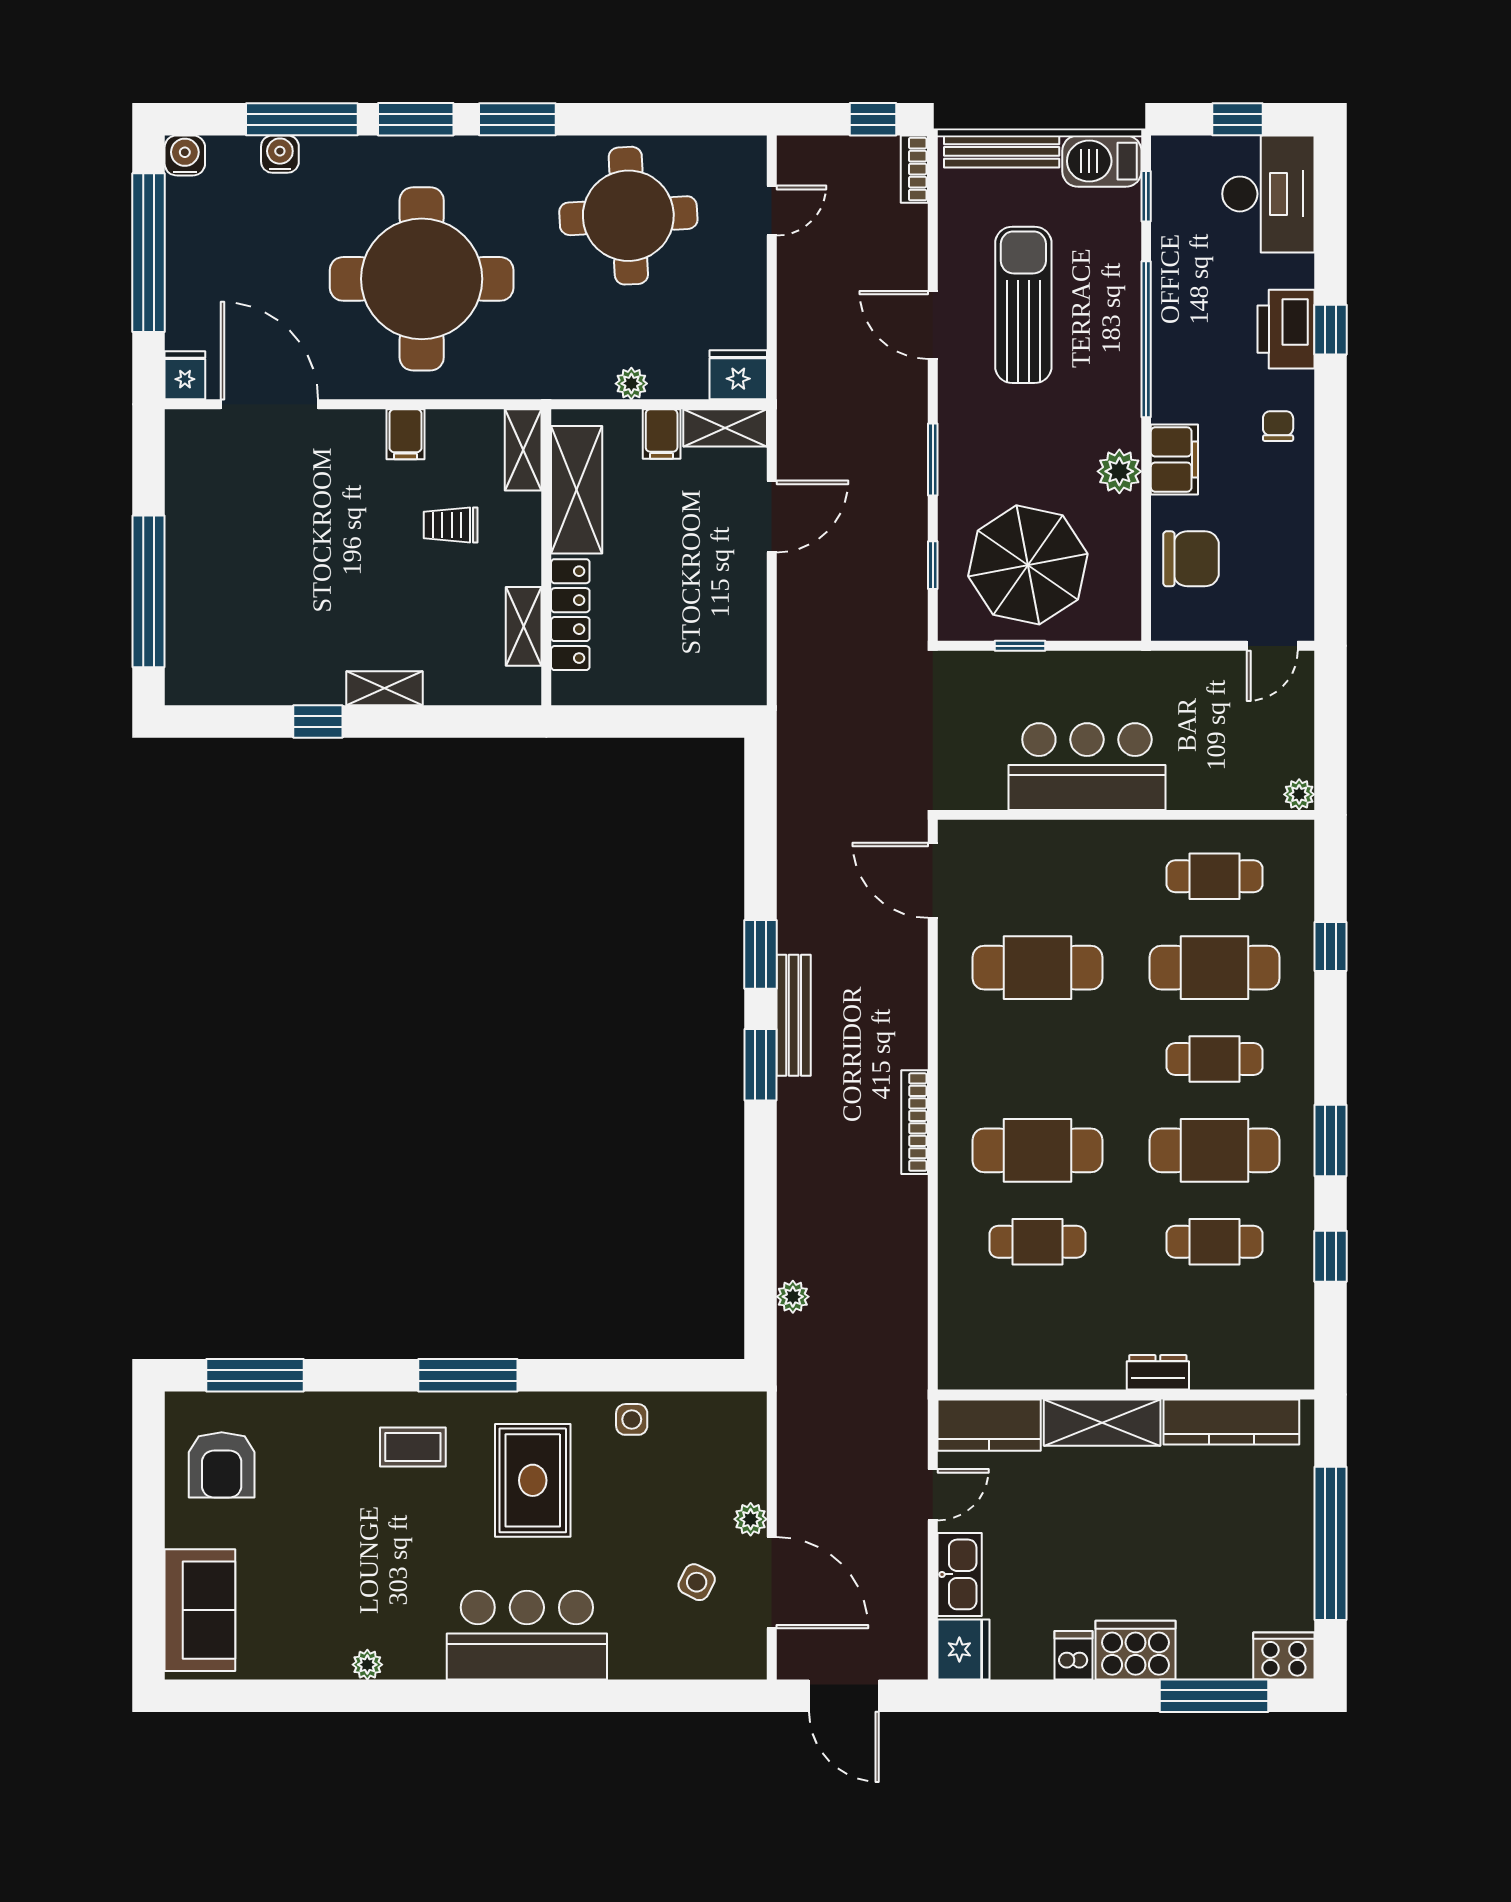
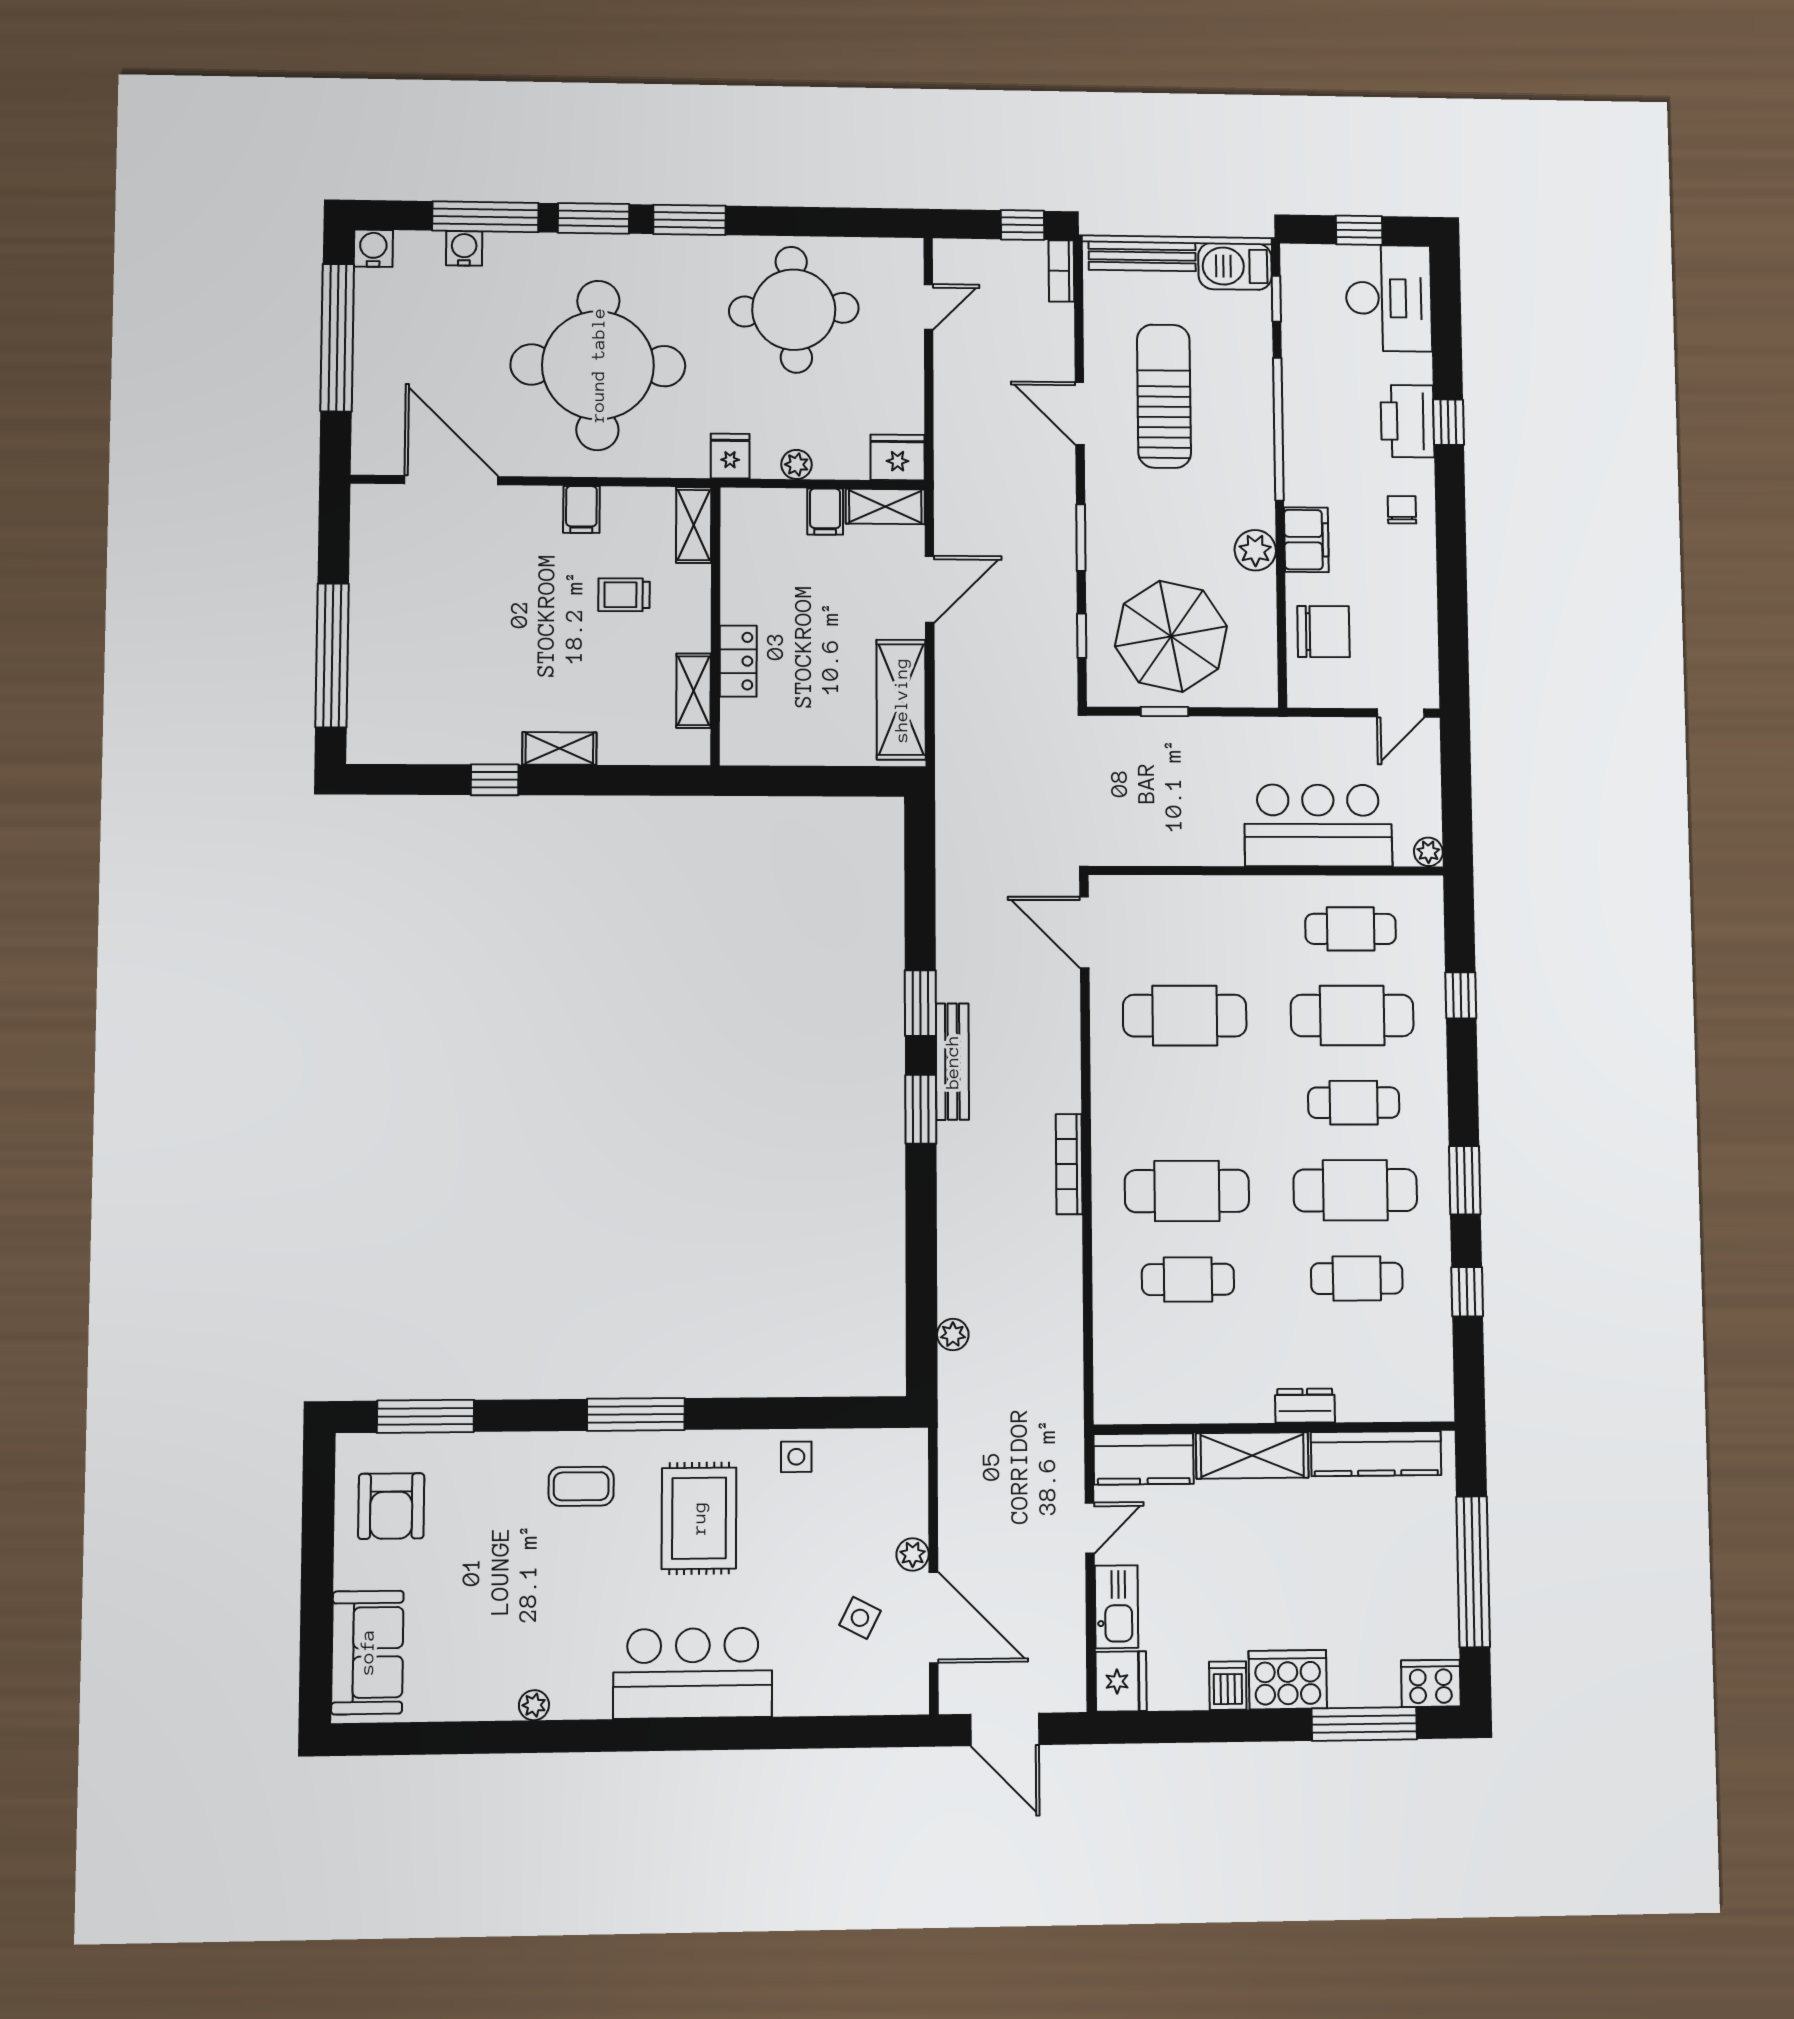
fridge: (185, 375) -> (730, 456), moved
shelving: (577, 490) -> (901, 700), moved
locker: (570, 615) -> (738, 661), width x0.66
bar counter: (1087, 767) -> (1318, 825), moved

